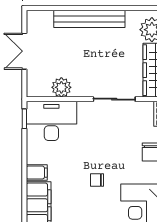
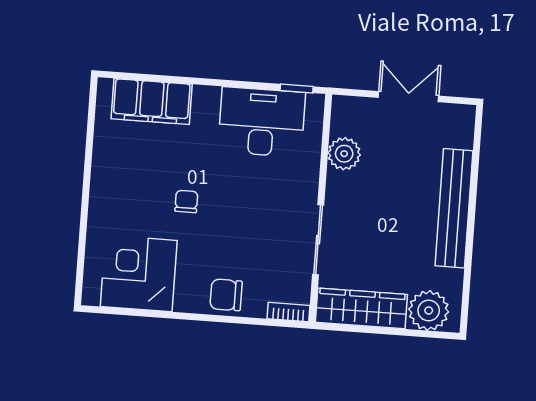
desk: (51, 121) -> (262, 122), moved, turned -90
filing cabinet: (37, 173) -> (206, 103), removed

